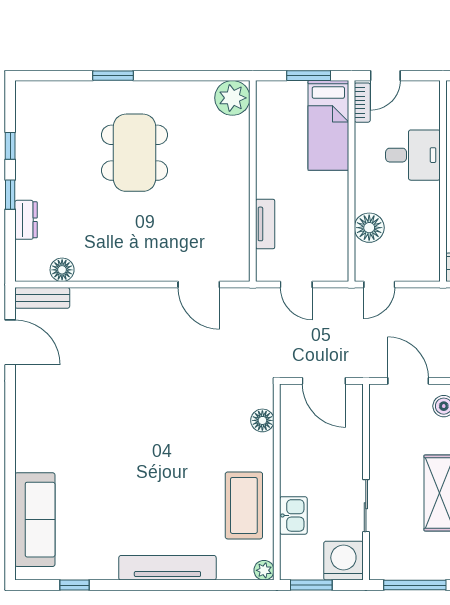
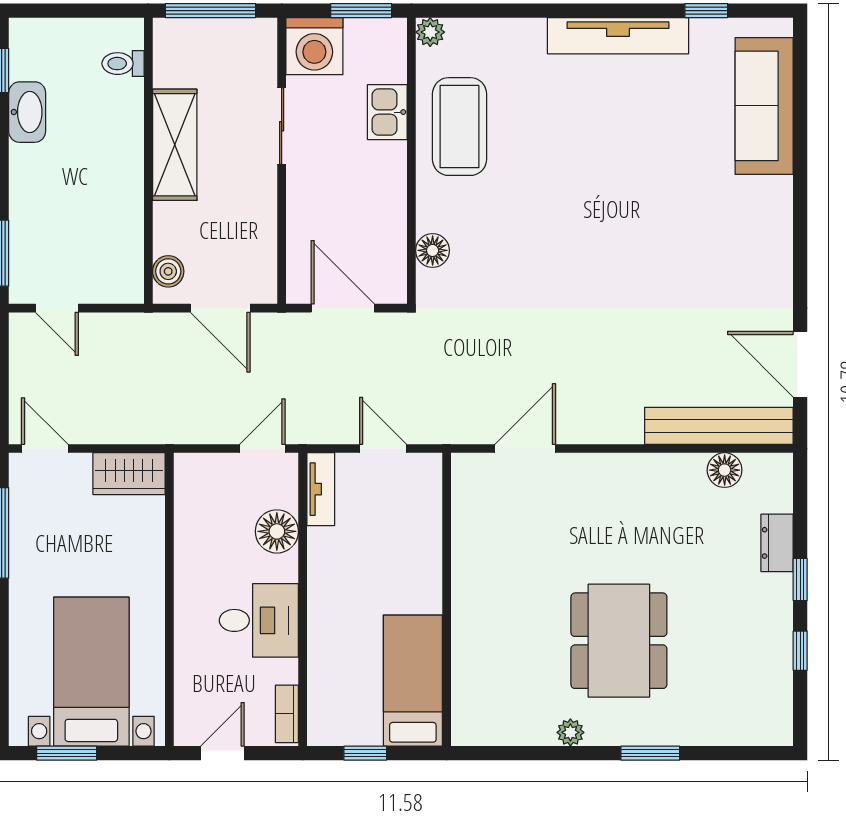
window: (309, 76) -> (365, 753), width x0.67
door: (385, 76) -> (222, 753), moved
plant: (232, 98) -> (570, 732), moved, width x0.53, depth x0.53
bed: (328, 125) -> (413, 681), moved
desk: (413, 155) -> (259, 620), moved, turned 180
tv unit: (265, 224) -> (321, 489), moved, turned 180
door: (199, 285) -> (525, 449), hinge flipped
bench: (42, 298) -> (719, 426), width x1.86, depth x1.21
tv unit: (167, 568) -> (618, 36), moved

